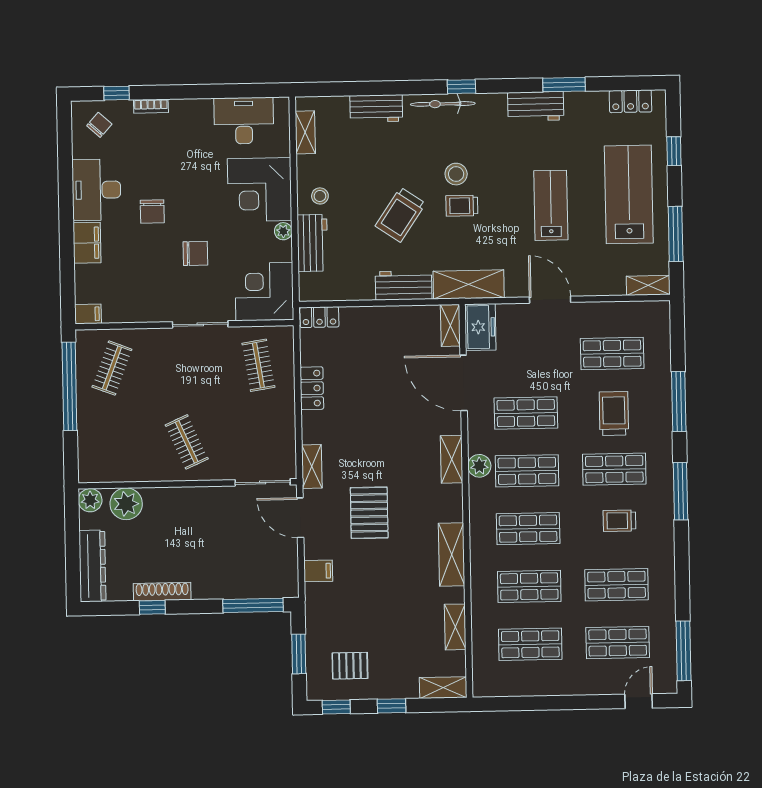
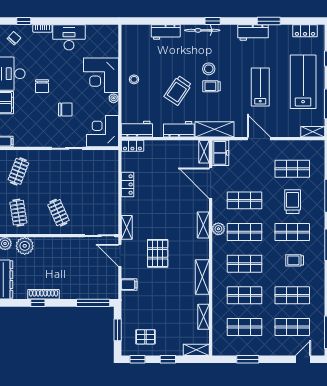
desk: (244, 121) -> (69, 37), moved
shelving: (305, 132) -> (127, 44), removed
workbench: (312, 243) -> (137, 129), moved, turned -90
clothes rail: (258, 365) -> (18, 213), moved
window: (537, 703) -> (248, 359), added

